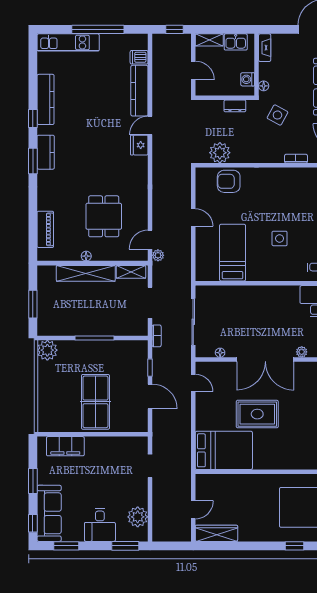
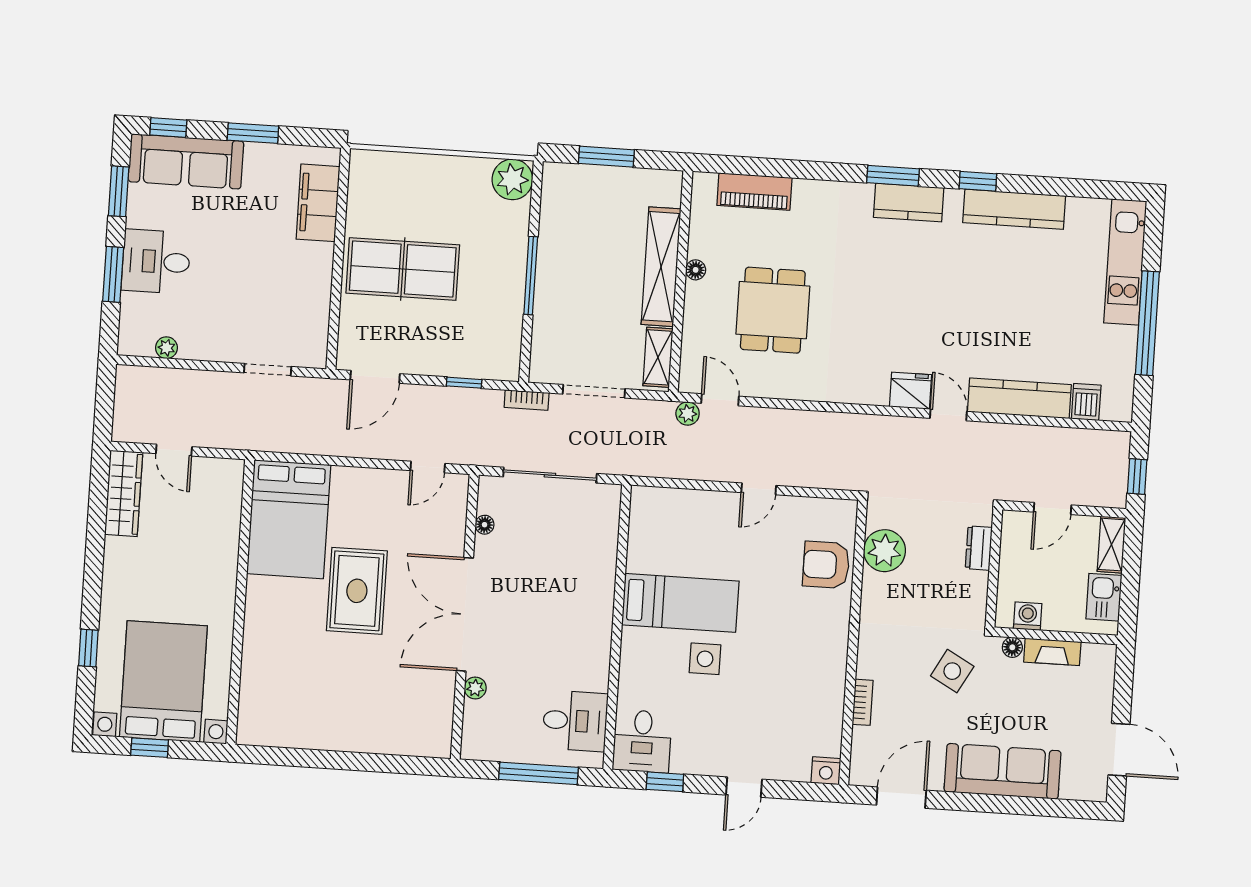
fireplace: (265, 48) -> (1052, 652), moved
dresser: (235, 106) -> (979, 548), moved
armchair: (229, 181) -> (826, 565), turned -90
dining table: (104, 216) -> (773, 310), turned 90
bed: (233, 253) -> (680, 603), moved
door: (150, 396) -> (375, 377), moved
plant: (138, 517) -> (166, 348), width x0.53, depth x0.53
window: (125, 546) -> (113, 274), moved

